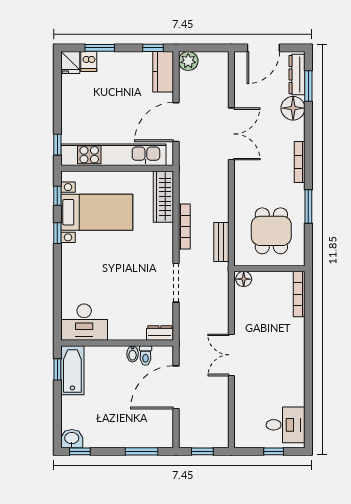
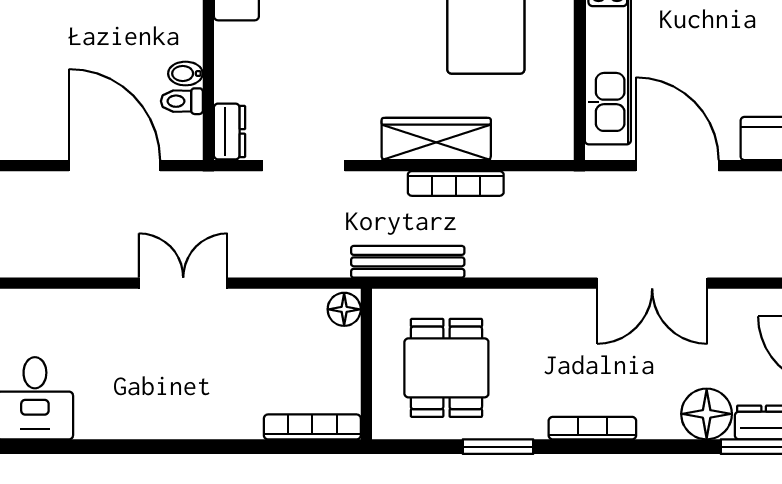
wardrobe: (163, 197) -> (436, 139), moved
dining table: (271, 231) -> (446, 368), turned 90
bench: (221, 242) -> (408, 262), width x1.36
doorway: (176, 283) -> (304, 166), moved

